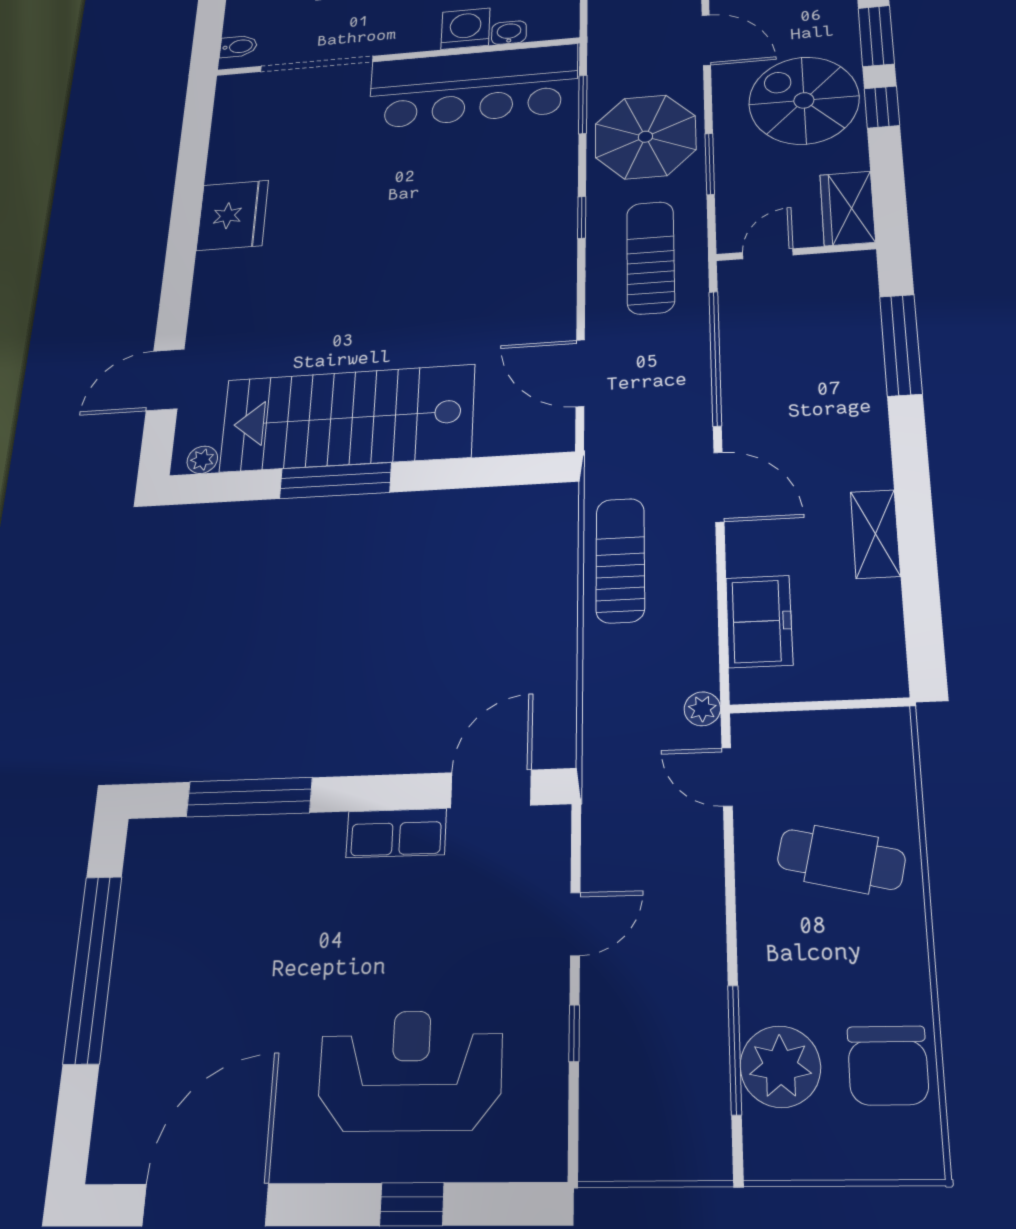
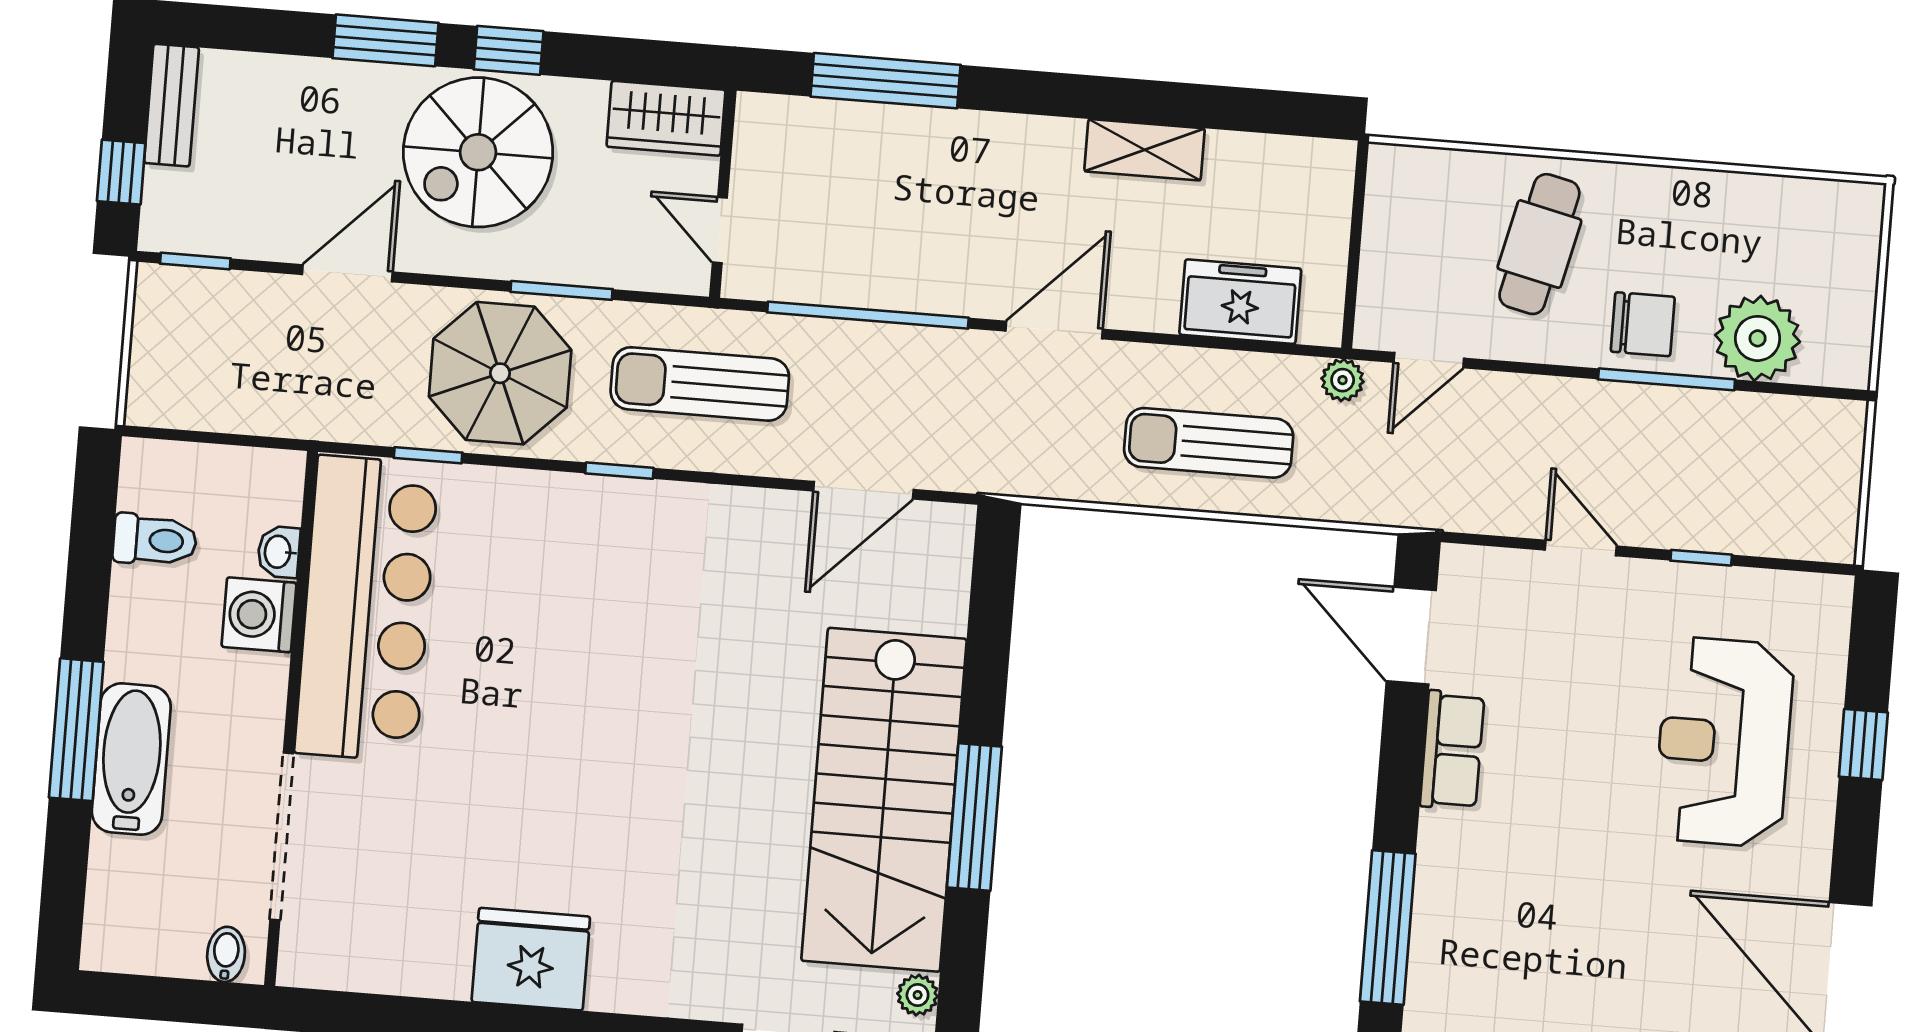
window: (583, 104) -> (428, 455), width x0.67
sun lounger: (620, 560) -> (1209, 443), moved
window: (735, 1049) -> (1667, 379), moved
chair: (888, 1065) -> (1643, 324), moved, width x0.73, depth x0.73

